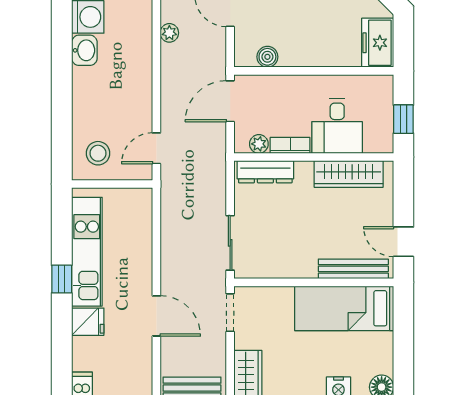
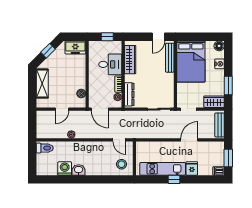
bed: (344, 308) -> (191, 61), width x1.50

